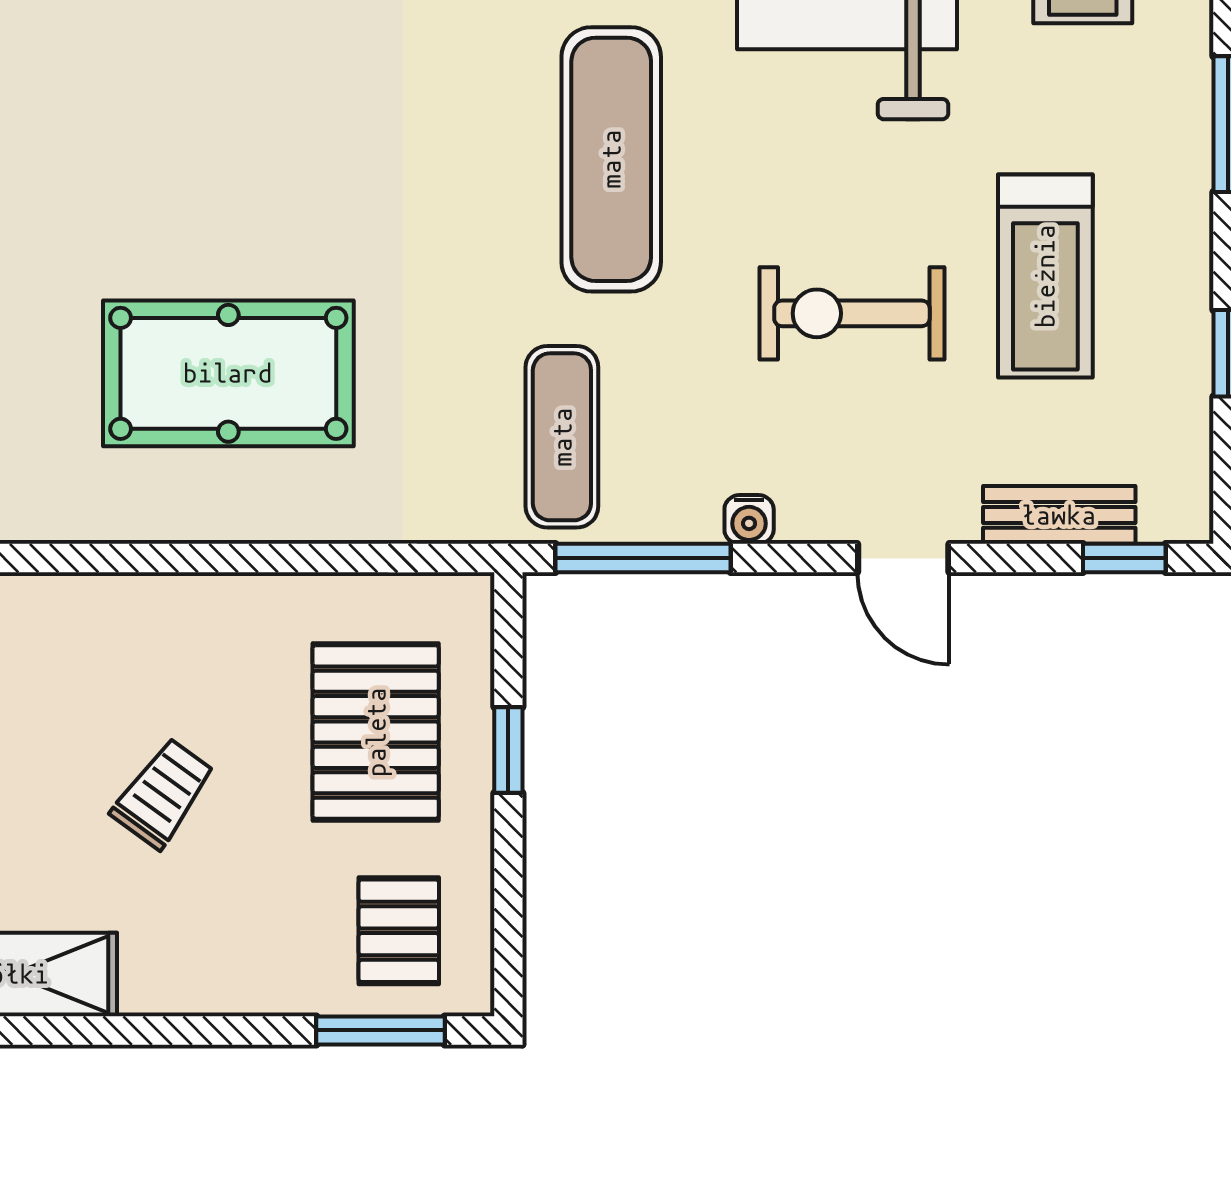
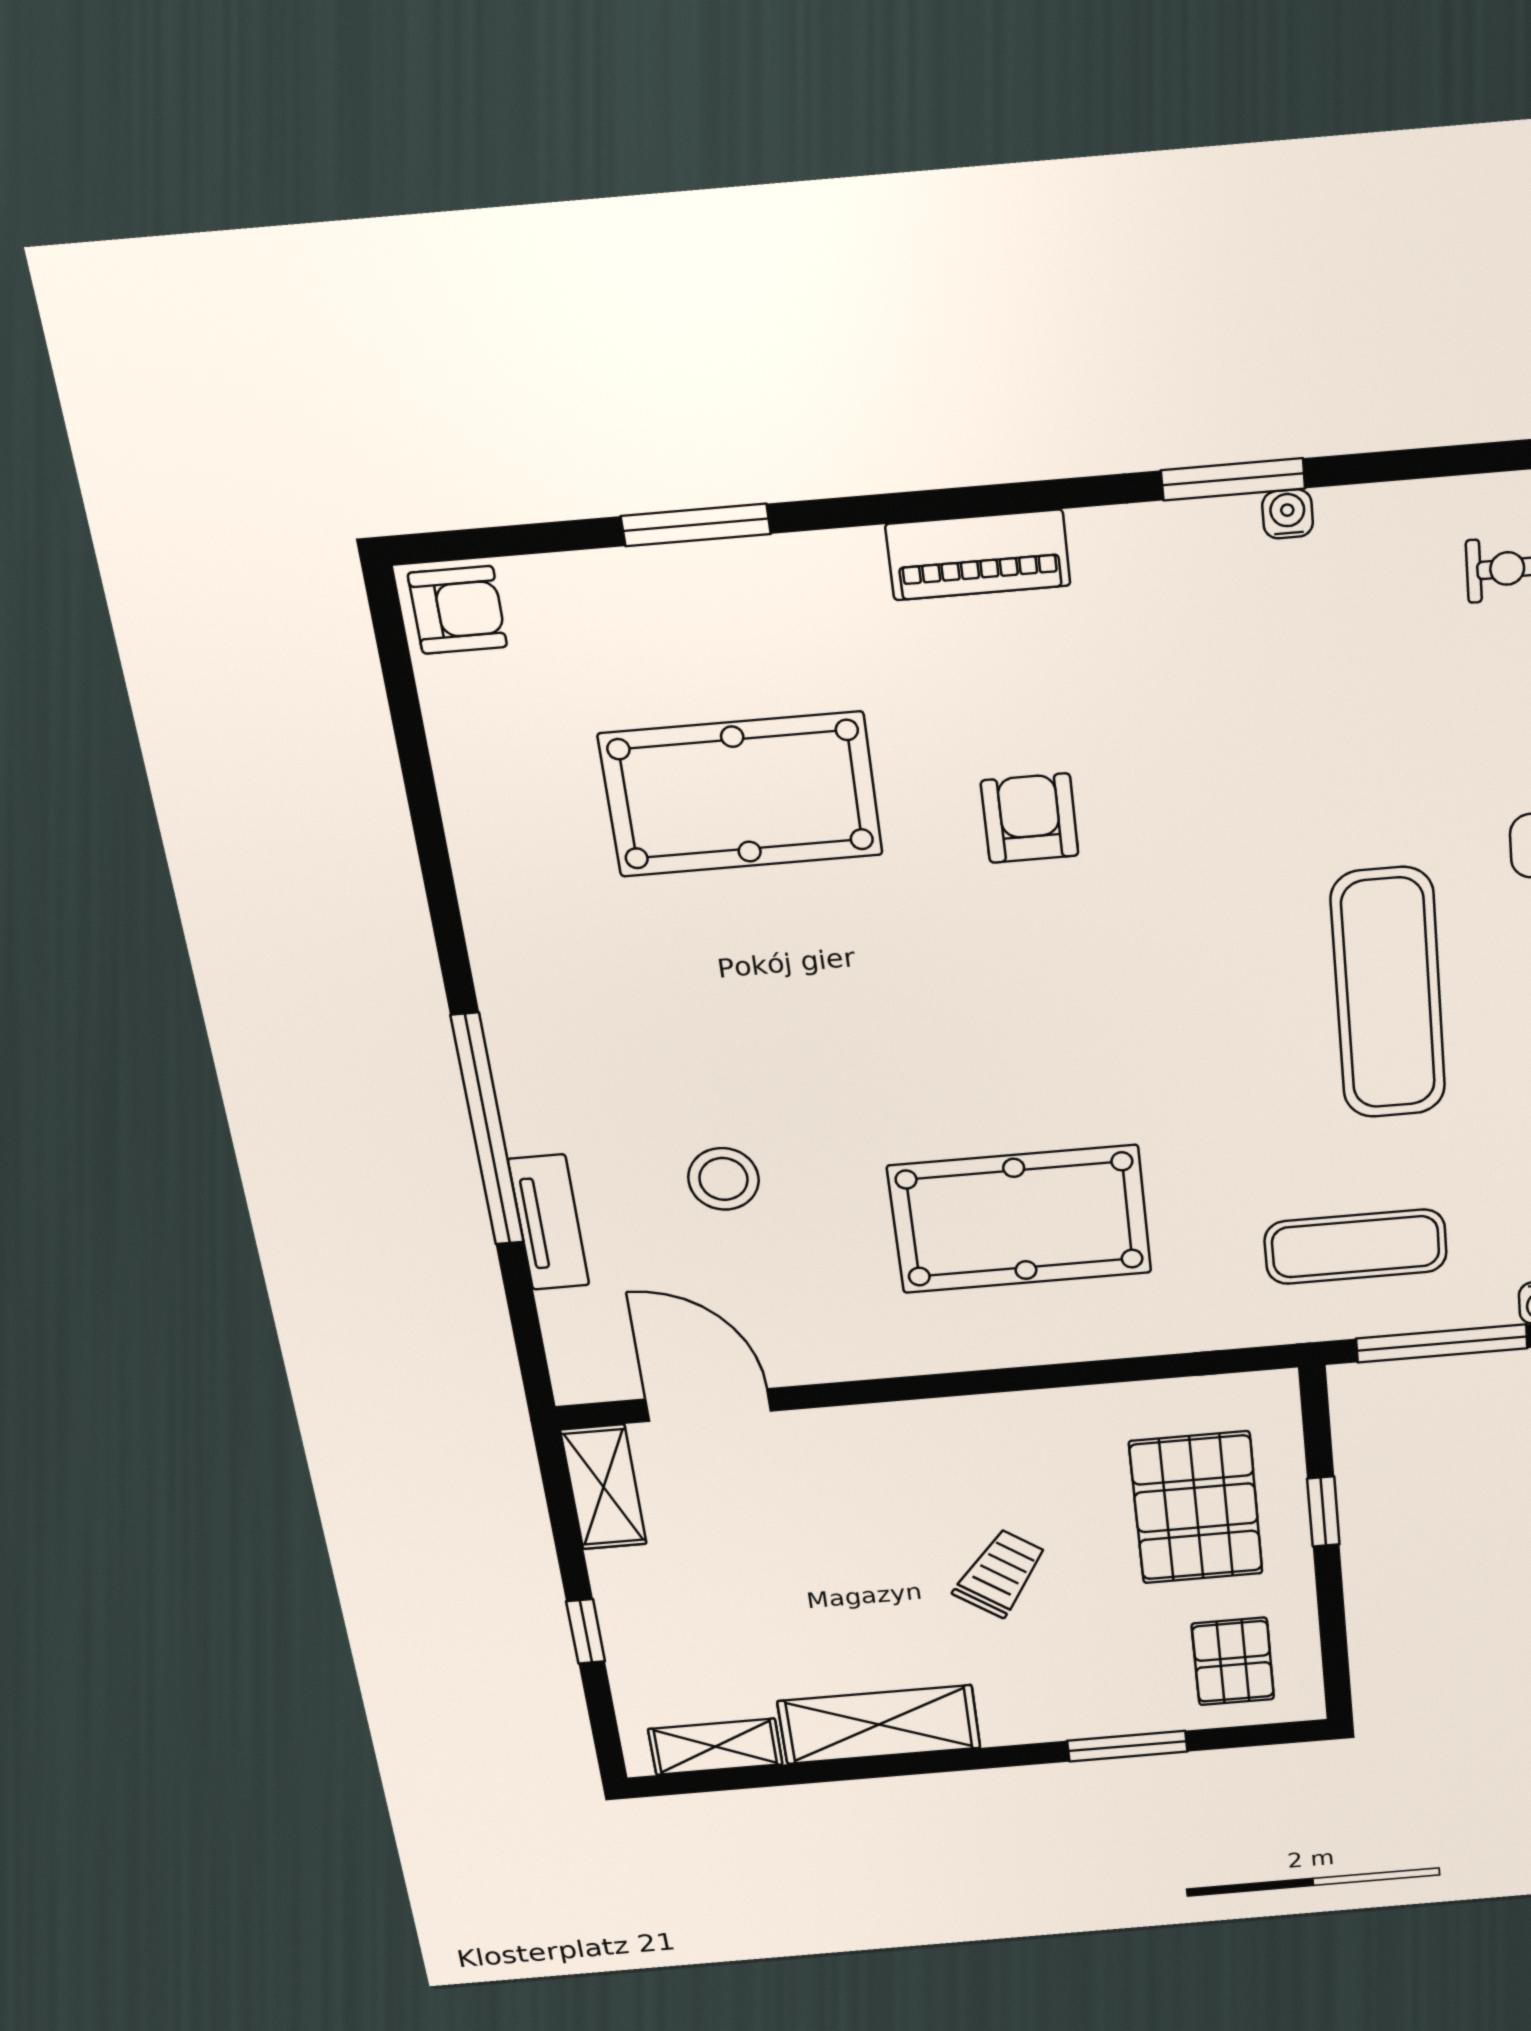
exercise mat: (562, 437) -> (1356, 1247), turned 90
window: (380, 1030) -> (1127, 1746), moved

